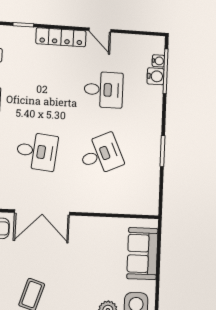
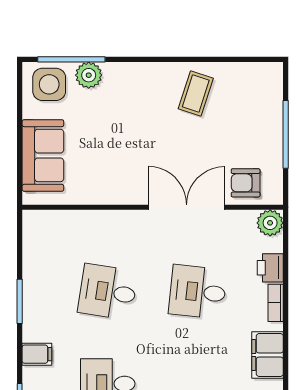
filing cabinet: (152, 113) -> (37, 354), added
desk: (101, 155) -> (108, 292), turned 33

